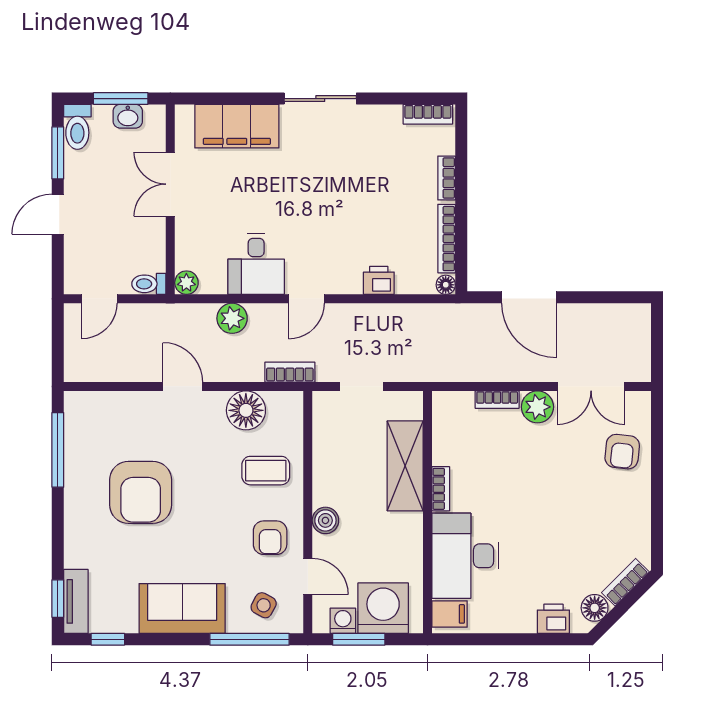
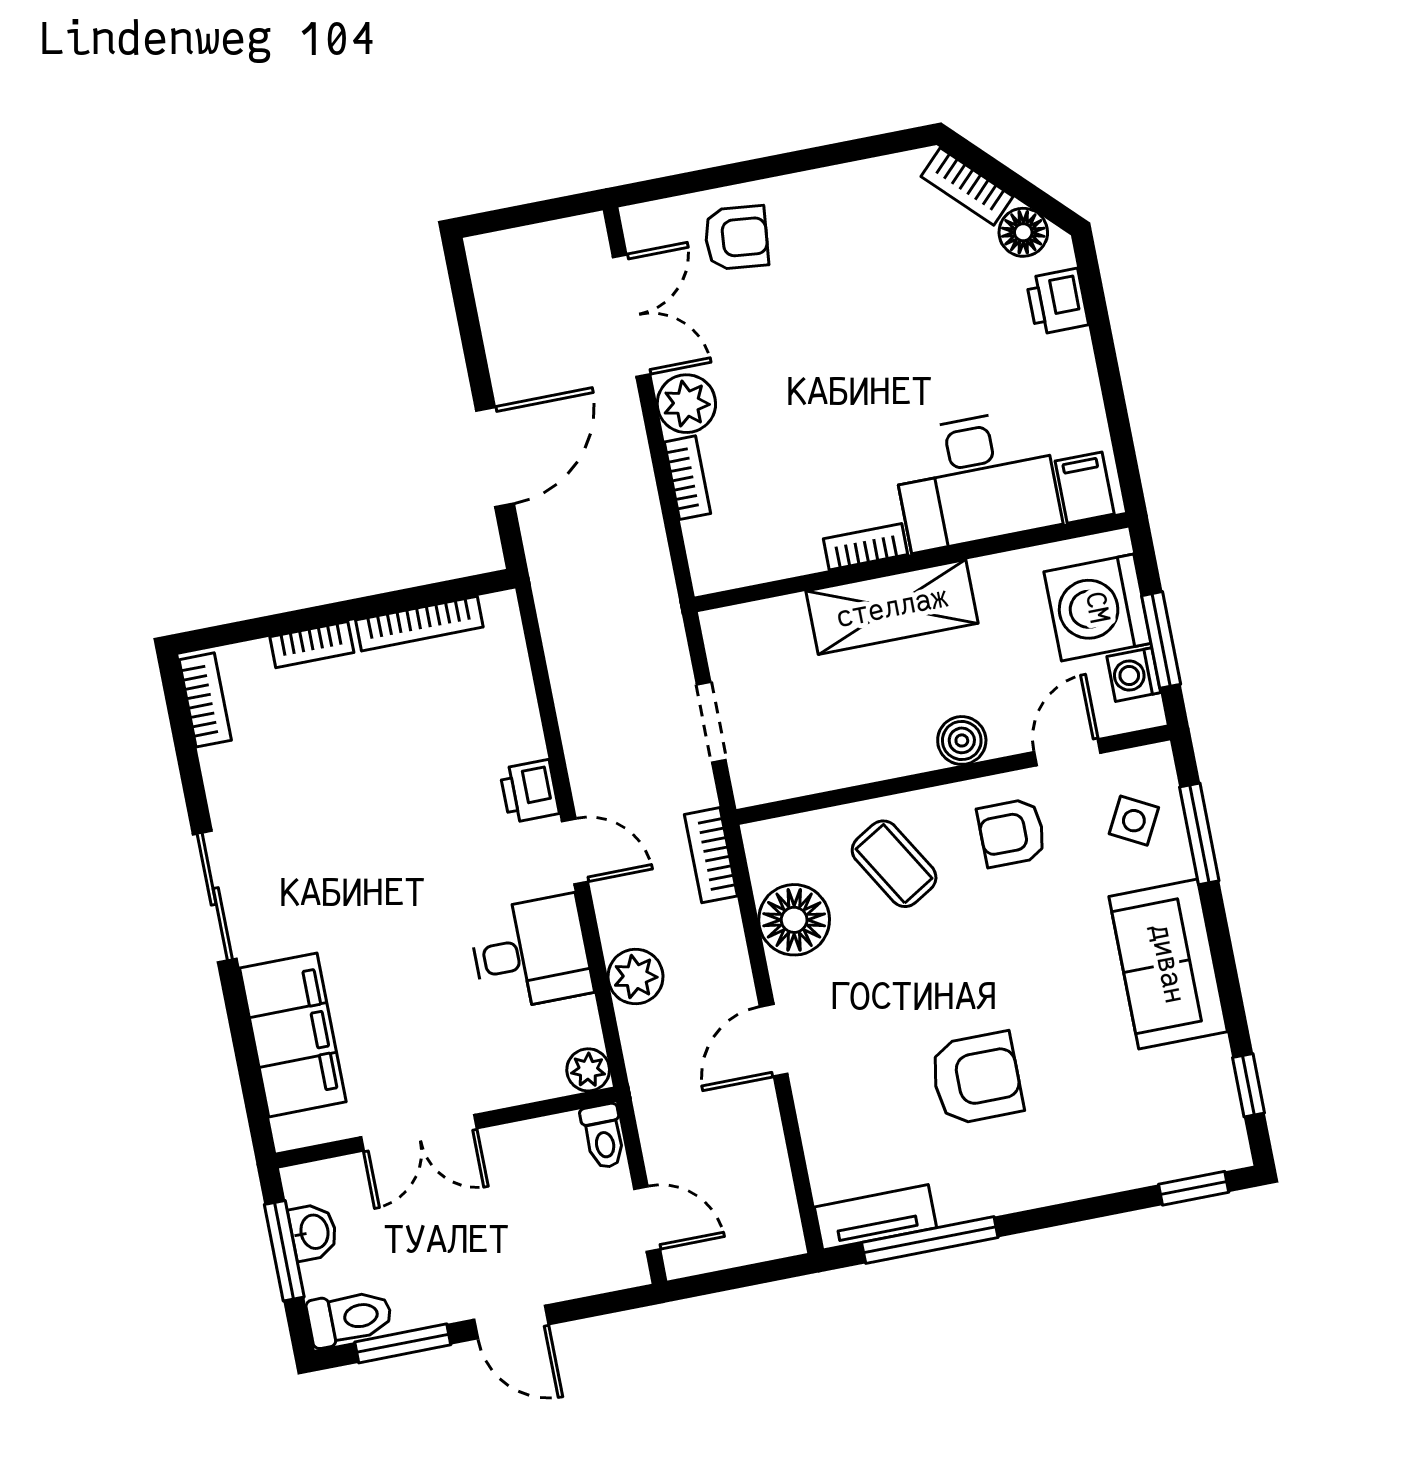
printer: (379, 280) -> (529, 791), moved
floor lamp: (446, 285) -> (502, 609), removed
shelving: (405, 466) -> (892, 607), moved
coffee table: (266, 471) -> (894, 864), turned -31
armchair: (141, 492) -> (976, 1078), width x0.73, depth x0.73
armchair: (270, 538) -> (1012, 833), turned 180
tv unit: (76, 601) -> (875, 1217), moved
window: (249, 639) -> (1199, 834), width x0.69

